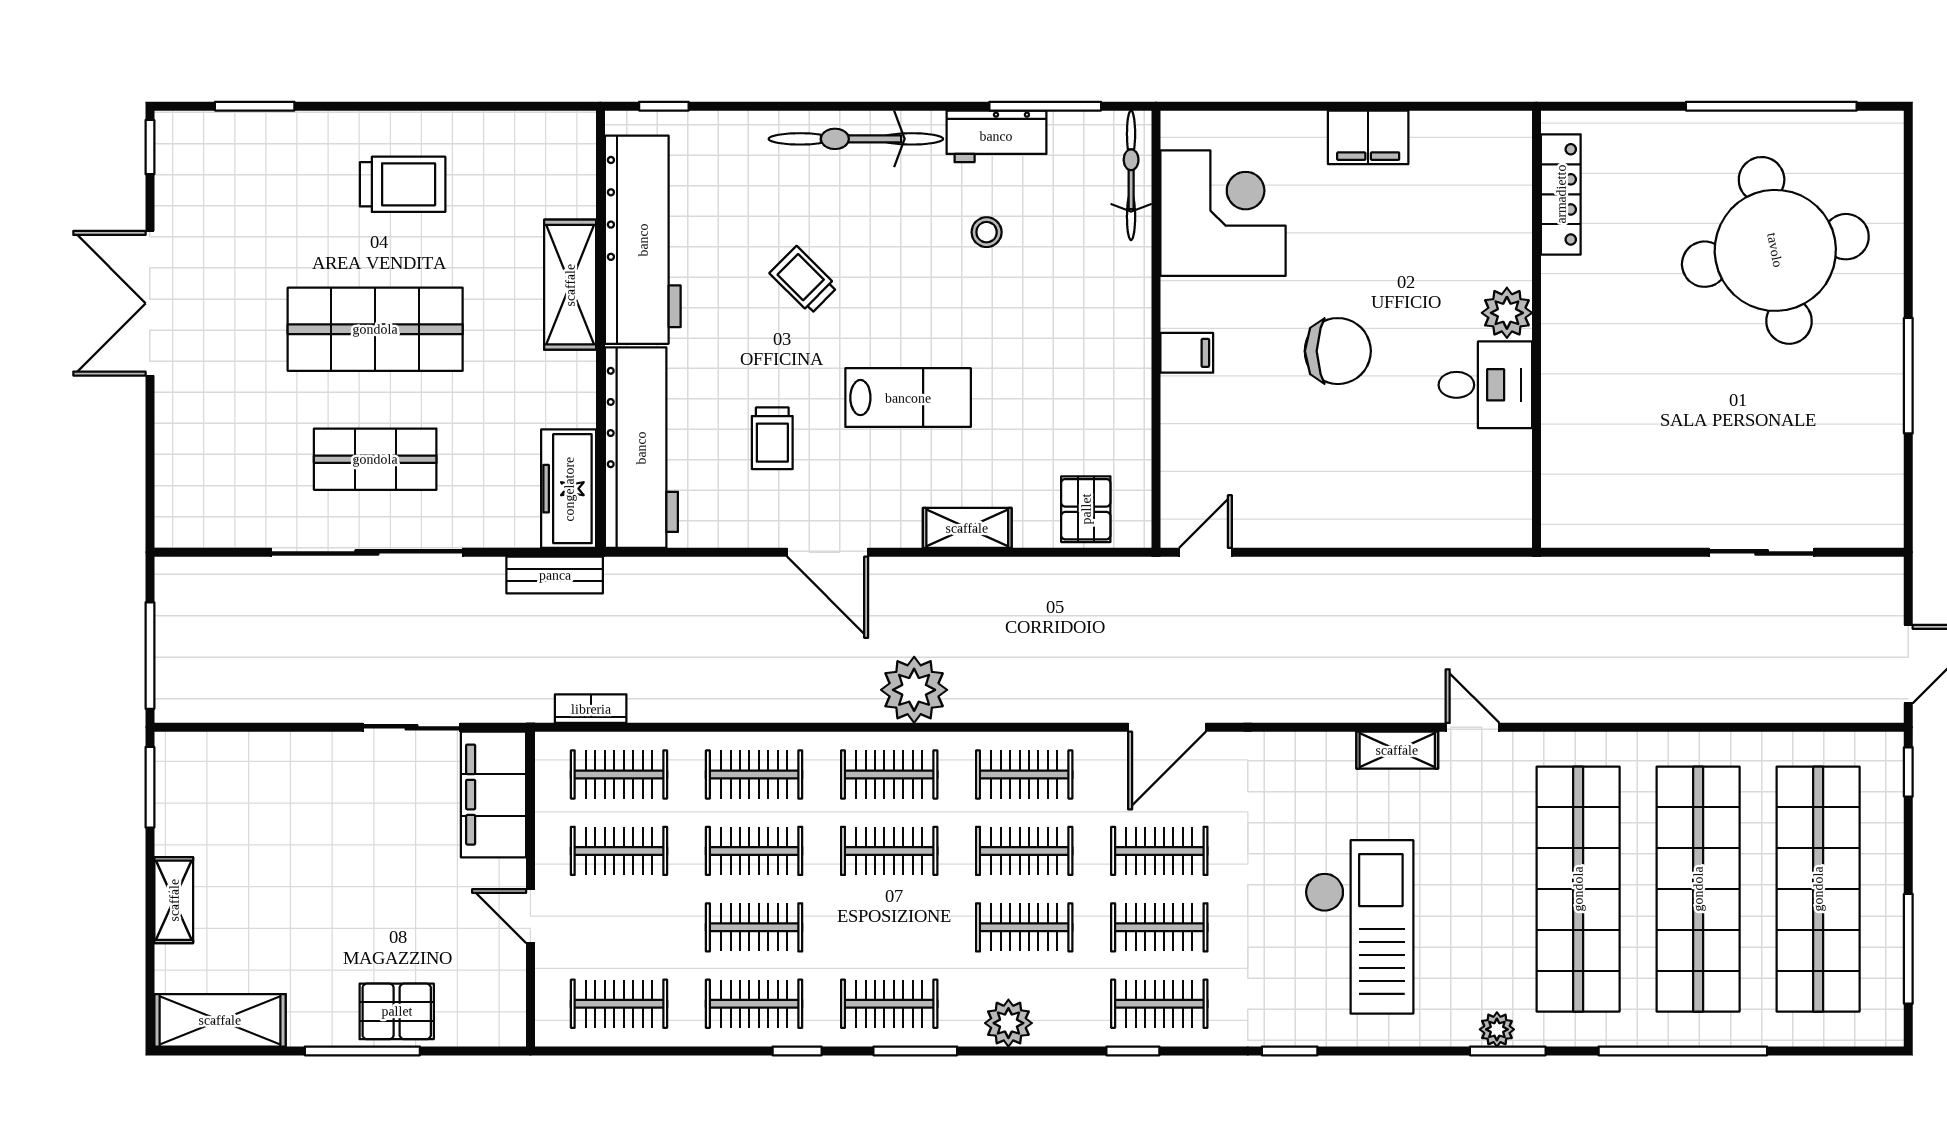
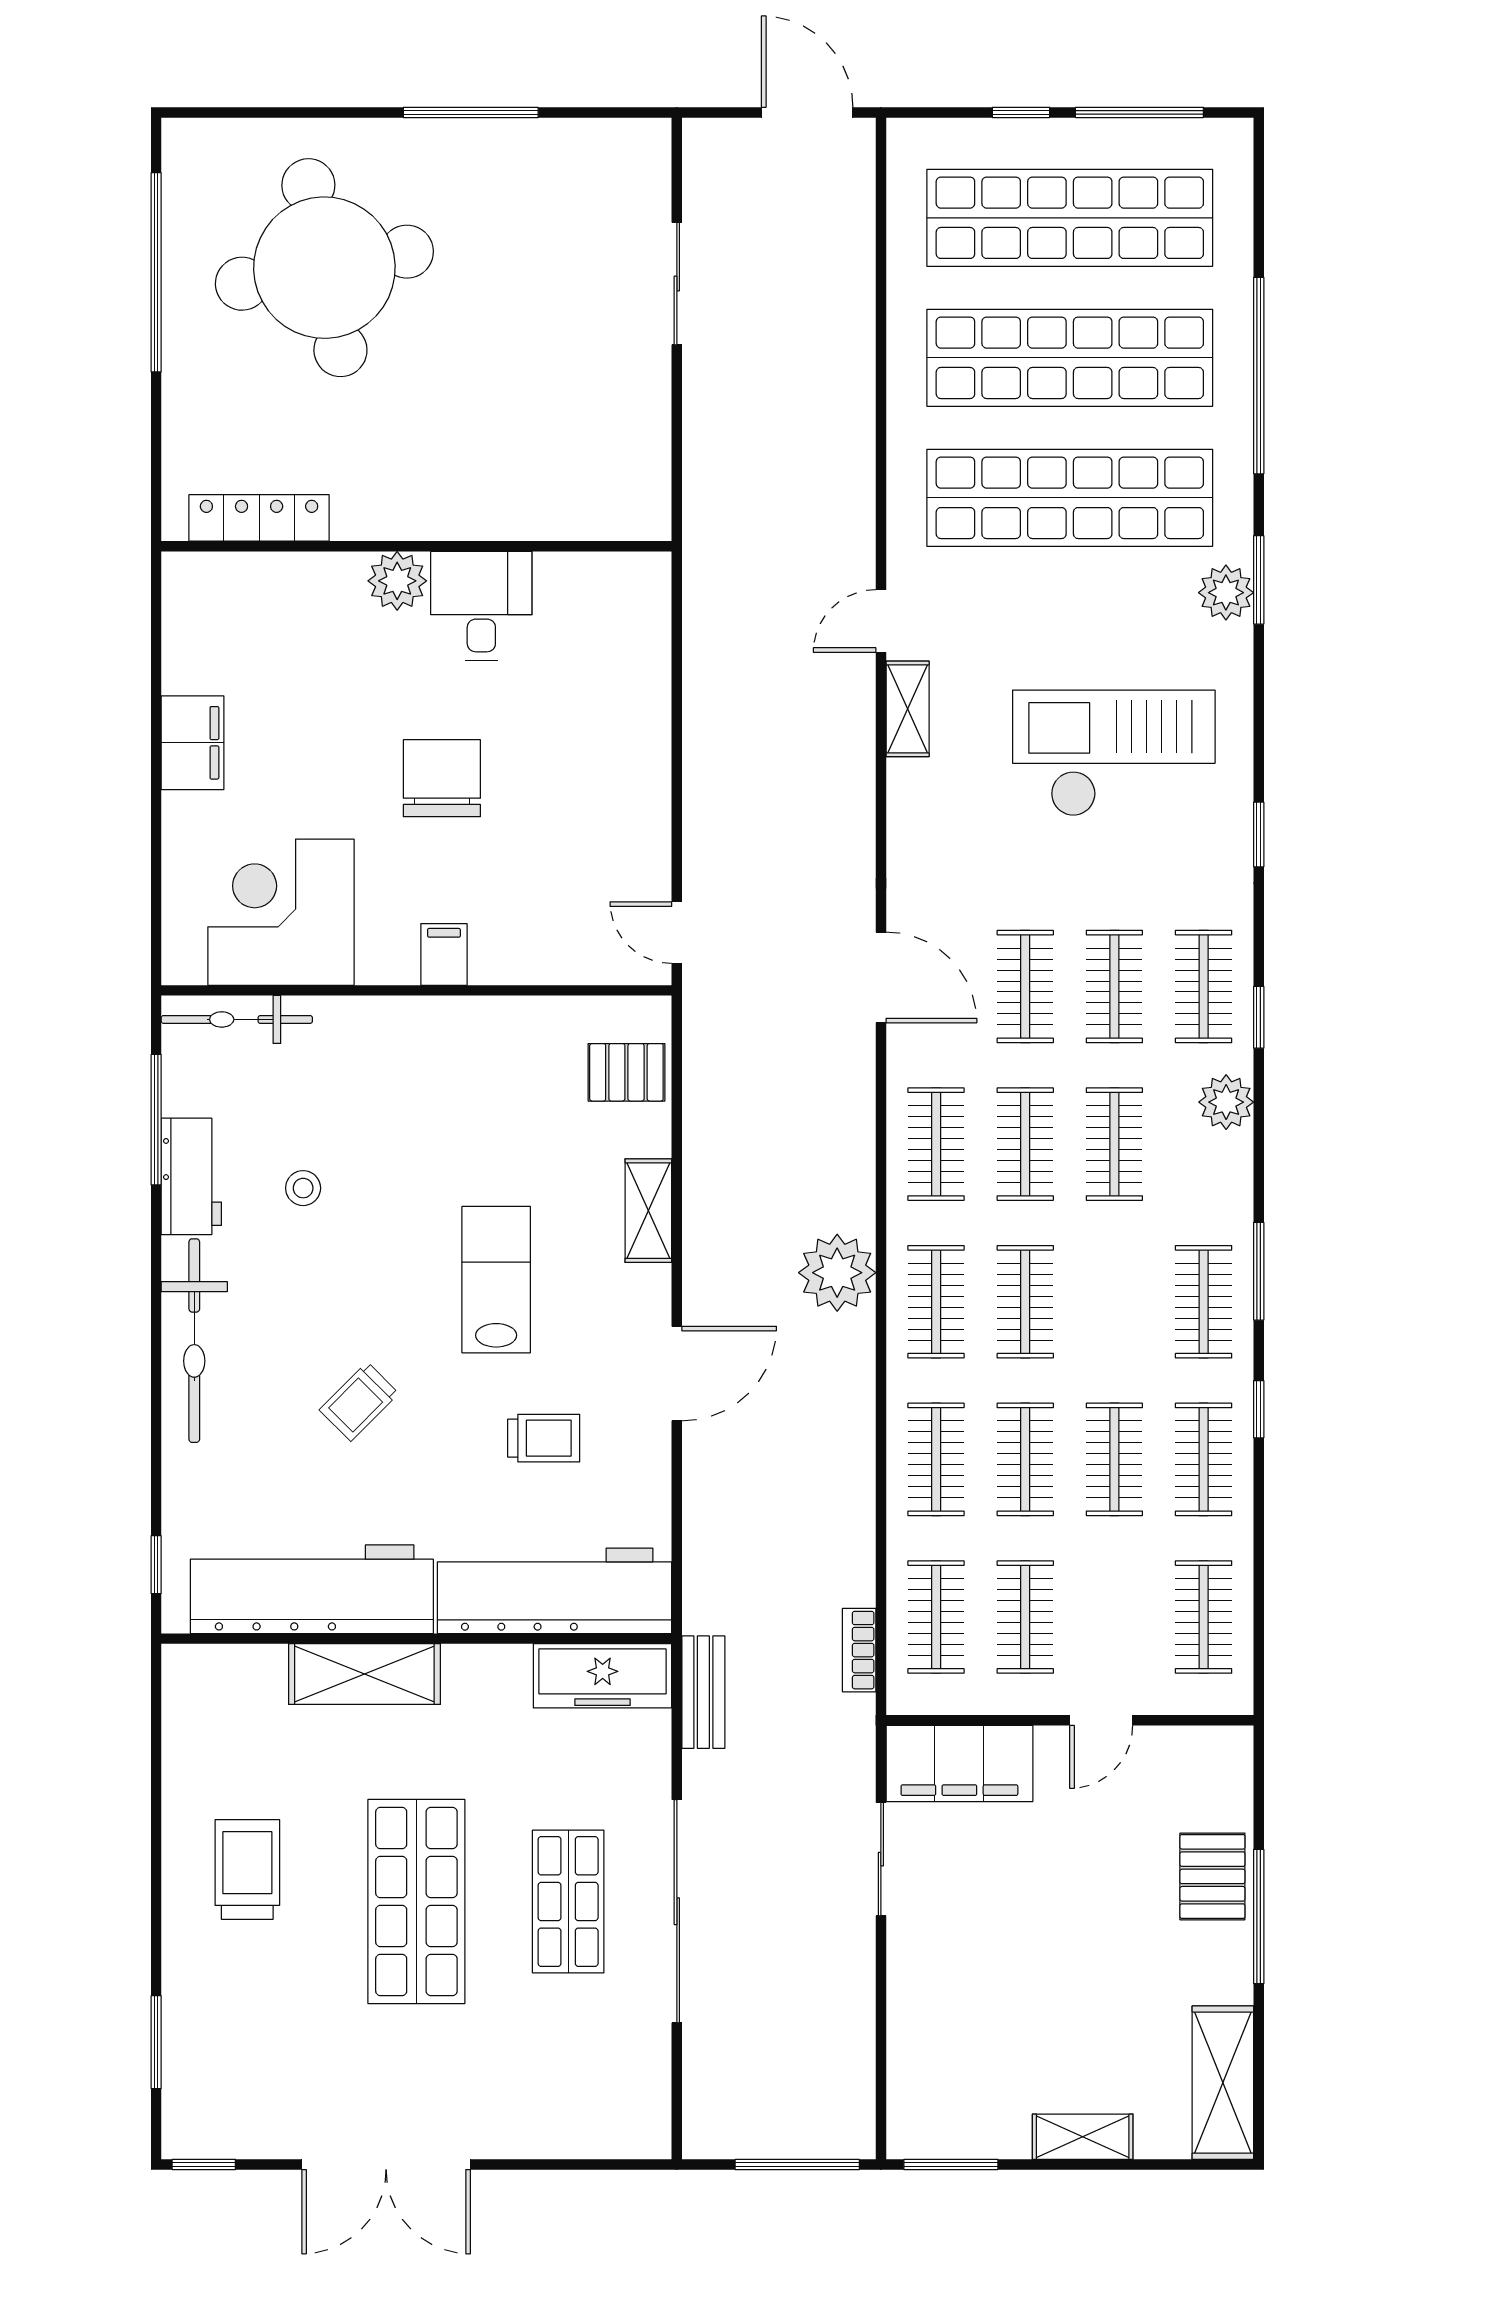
window: (1908, 772) -> (1021, 112), moved
plant: (1008, 1023) -> (1226, 1102), moved
plant: (1497, 1029) -> (1226, 593), width x1.38, depth x1.38

